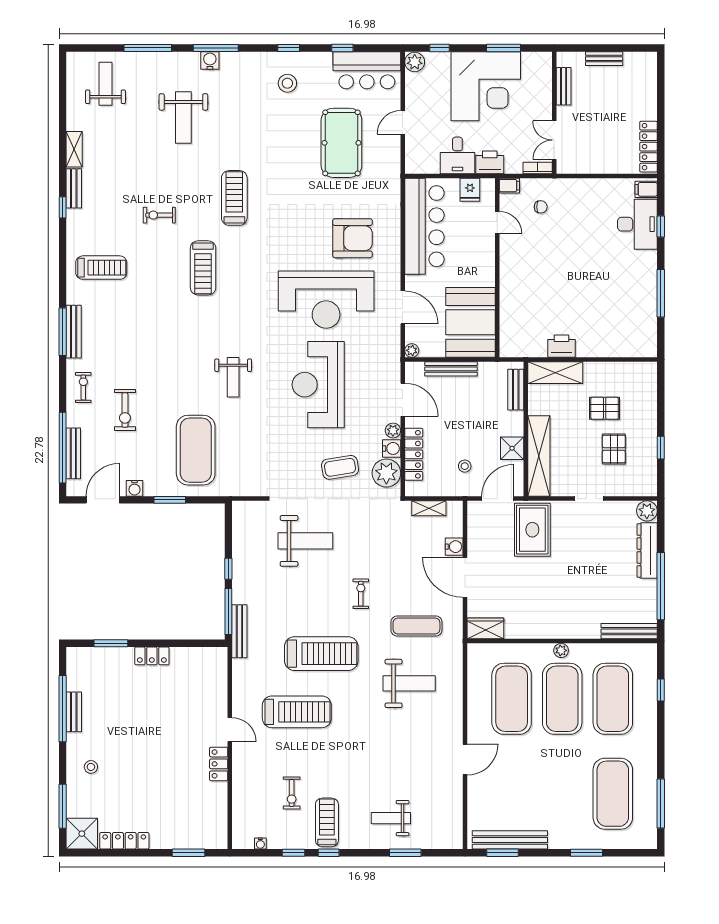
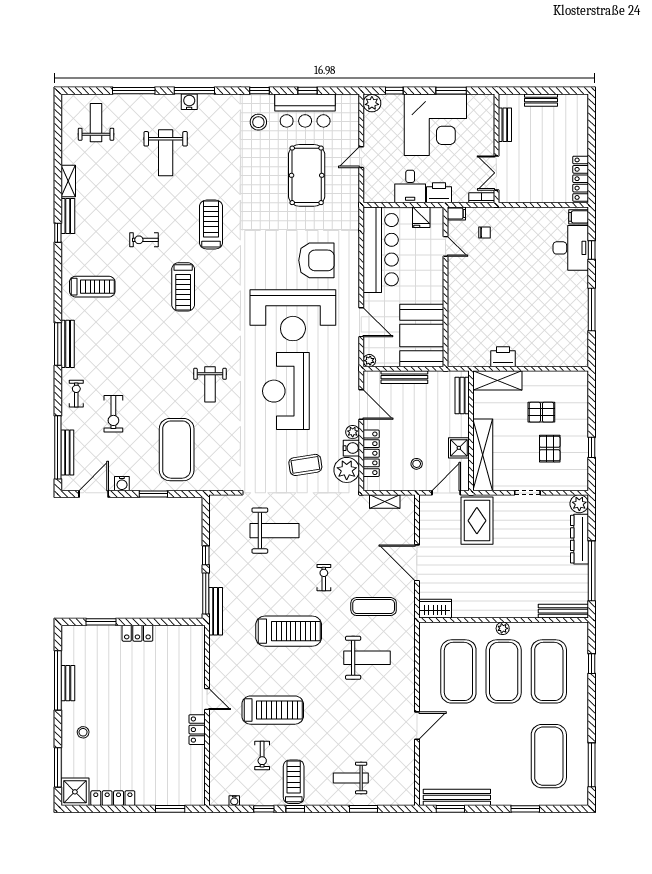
bar counter: (367, 70) -> (305, 111), moved
water cooler: (454, 547) -> (407, 536), removed
treadmill: (297, 712) -> (273, 710), moved

